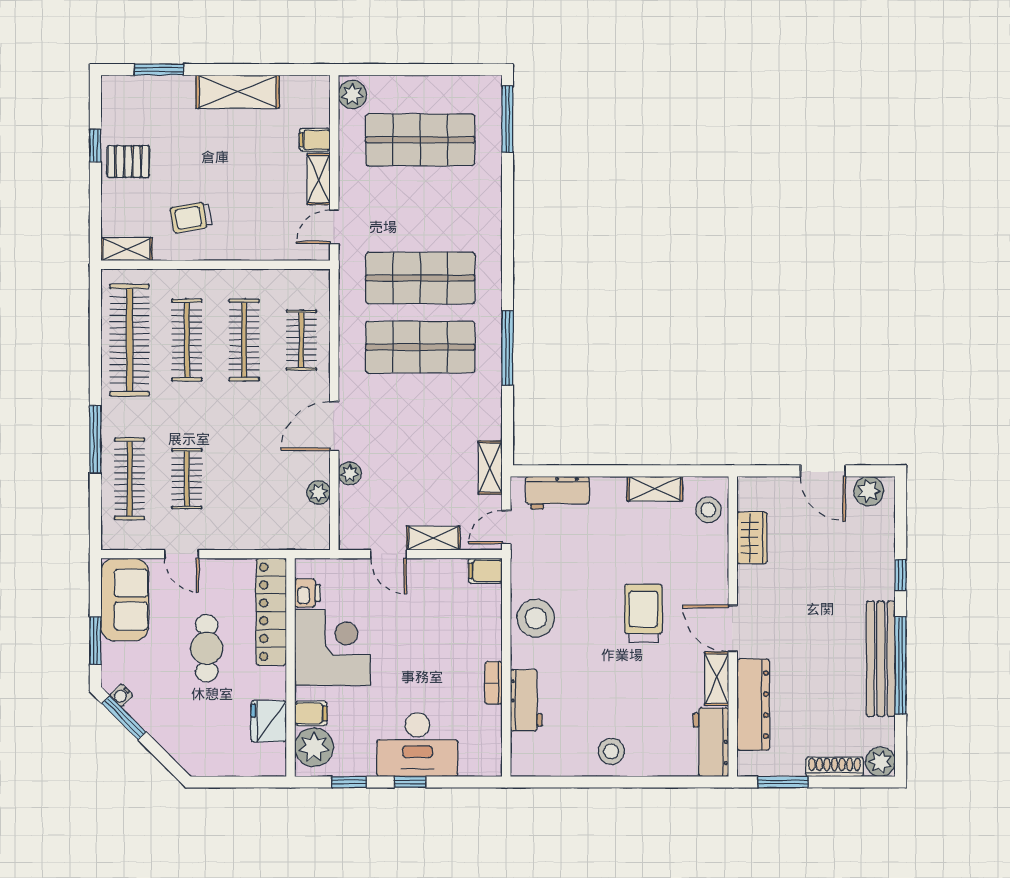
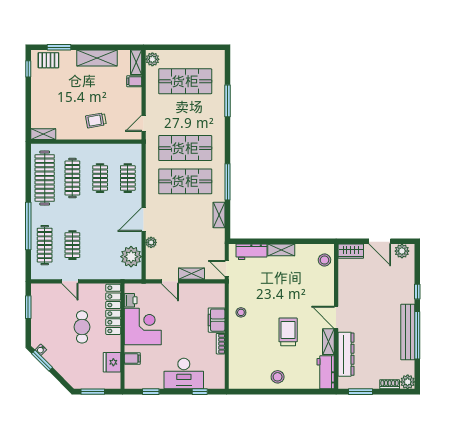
window: (508, 119) -> (227, 101), moved
window: (95, 146) -> (28, 69), moved
pallet: (128, 162) -> (48, 60), moved
shelving: (319, 179) -> (136, 62), moved
trolley: (191, 217) -> (96, 120), moved
clothes rail: (244, 340) -> (100, 178), width x0.73
window: (95, 439) -> (28, 226), width x1.46
shelving: (490, 468) -> (219, 215), moved
shelving: (655, 489) -> (281, 250), moved
plant: (318, 492) -> (131, 257), width x1.88, depth x1.88
door: (506, 527) -> (227, 268), hinge flipped
wardrobe: (752, 538) -> (351, 251), moved, turned 90
filing cabinet: (485, 571) -> (217, 320), moved, width x2.00
sofa: (125, 600) -> (42, 303), removed
trolley: (643, 613) -> (288, 332), moved
stool: (536, 618) -> (241, 312), width x0.53, depth x0.53
window: (95, 641) -> (28, 307), moved
workbench: (526, 700) -> (236, 352), removed
plant: (314, 747) -> (134, 375), removed
shoe rack: (835, 767) -> (390, 384), width x0.70
window: (229, 782) -> (93, 392), added
window: (410, 782) -> (200, 392), moved

